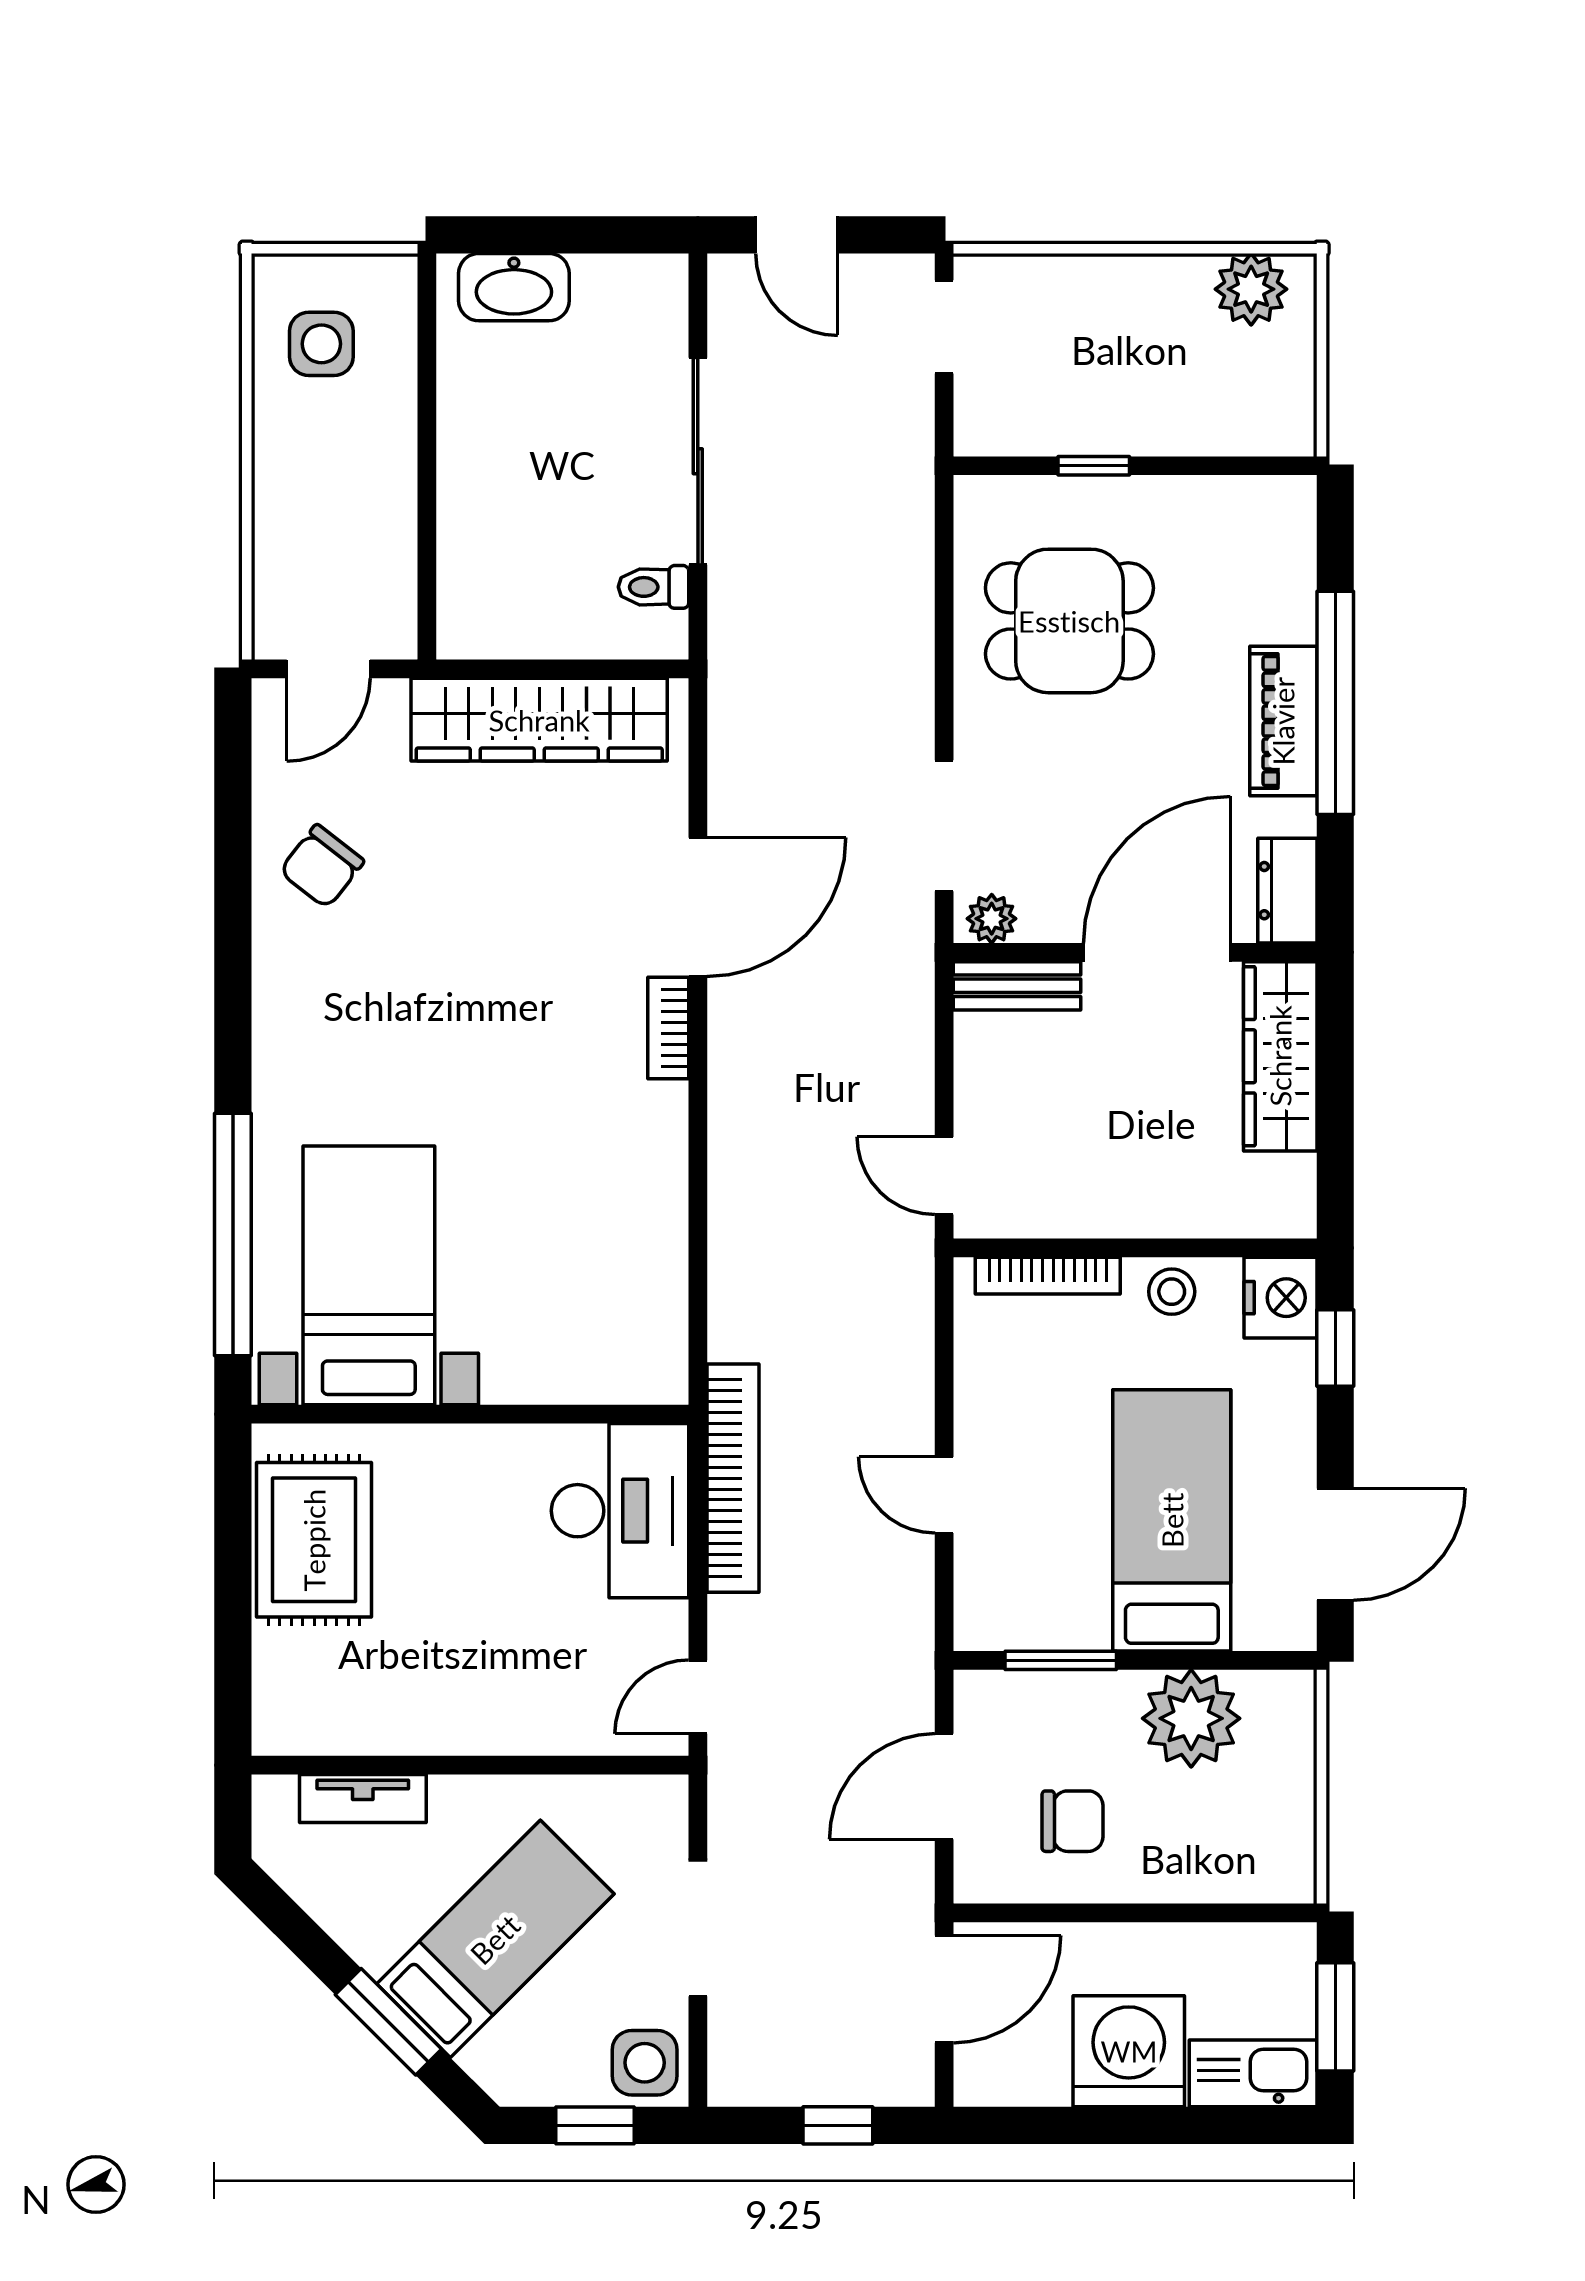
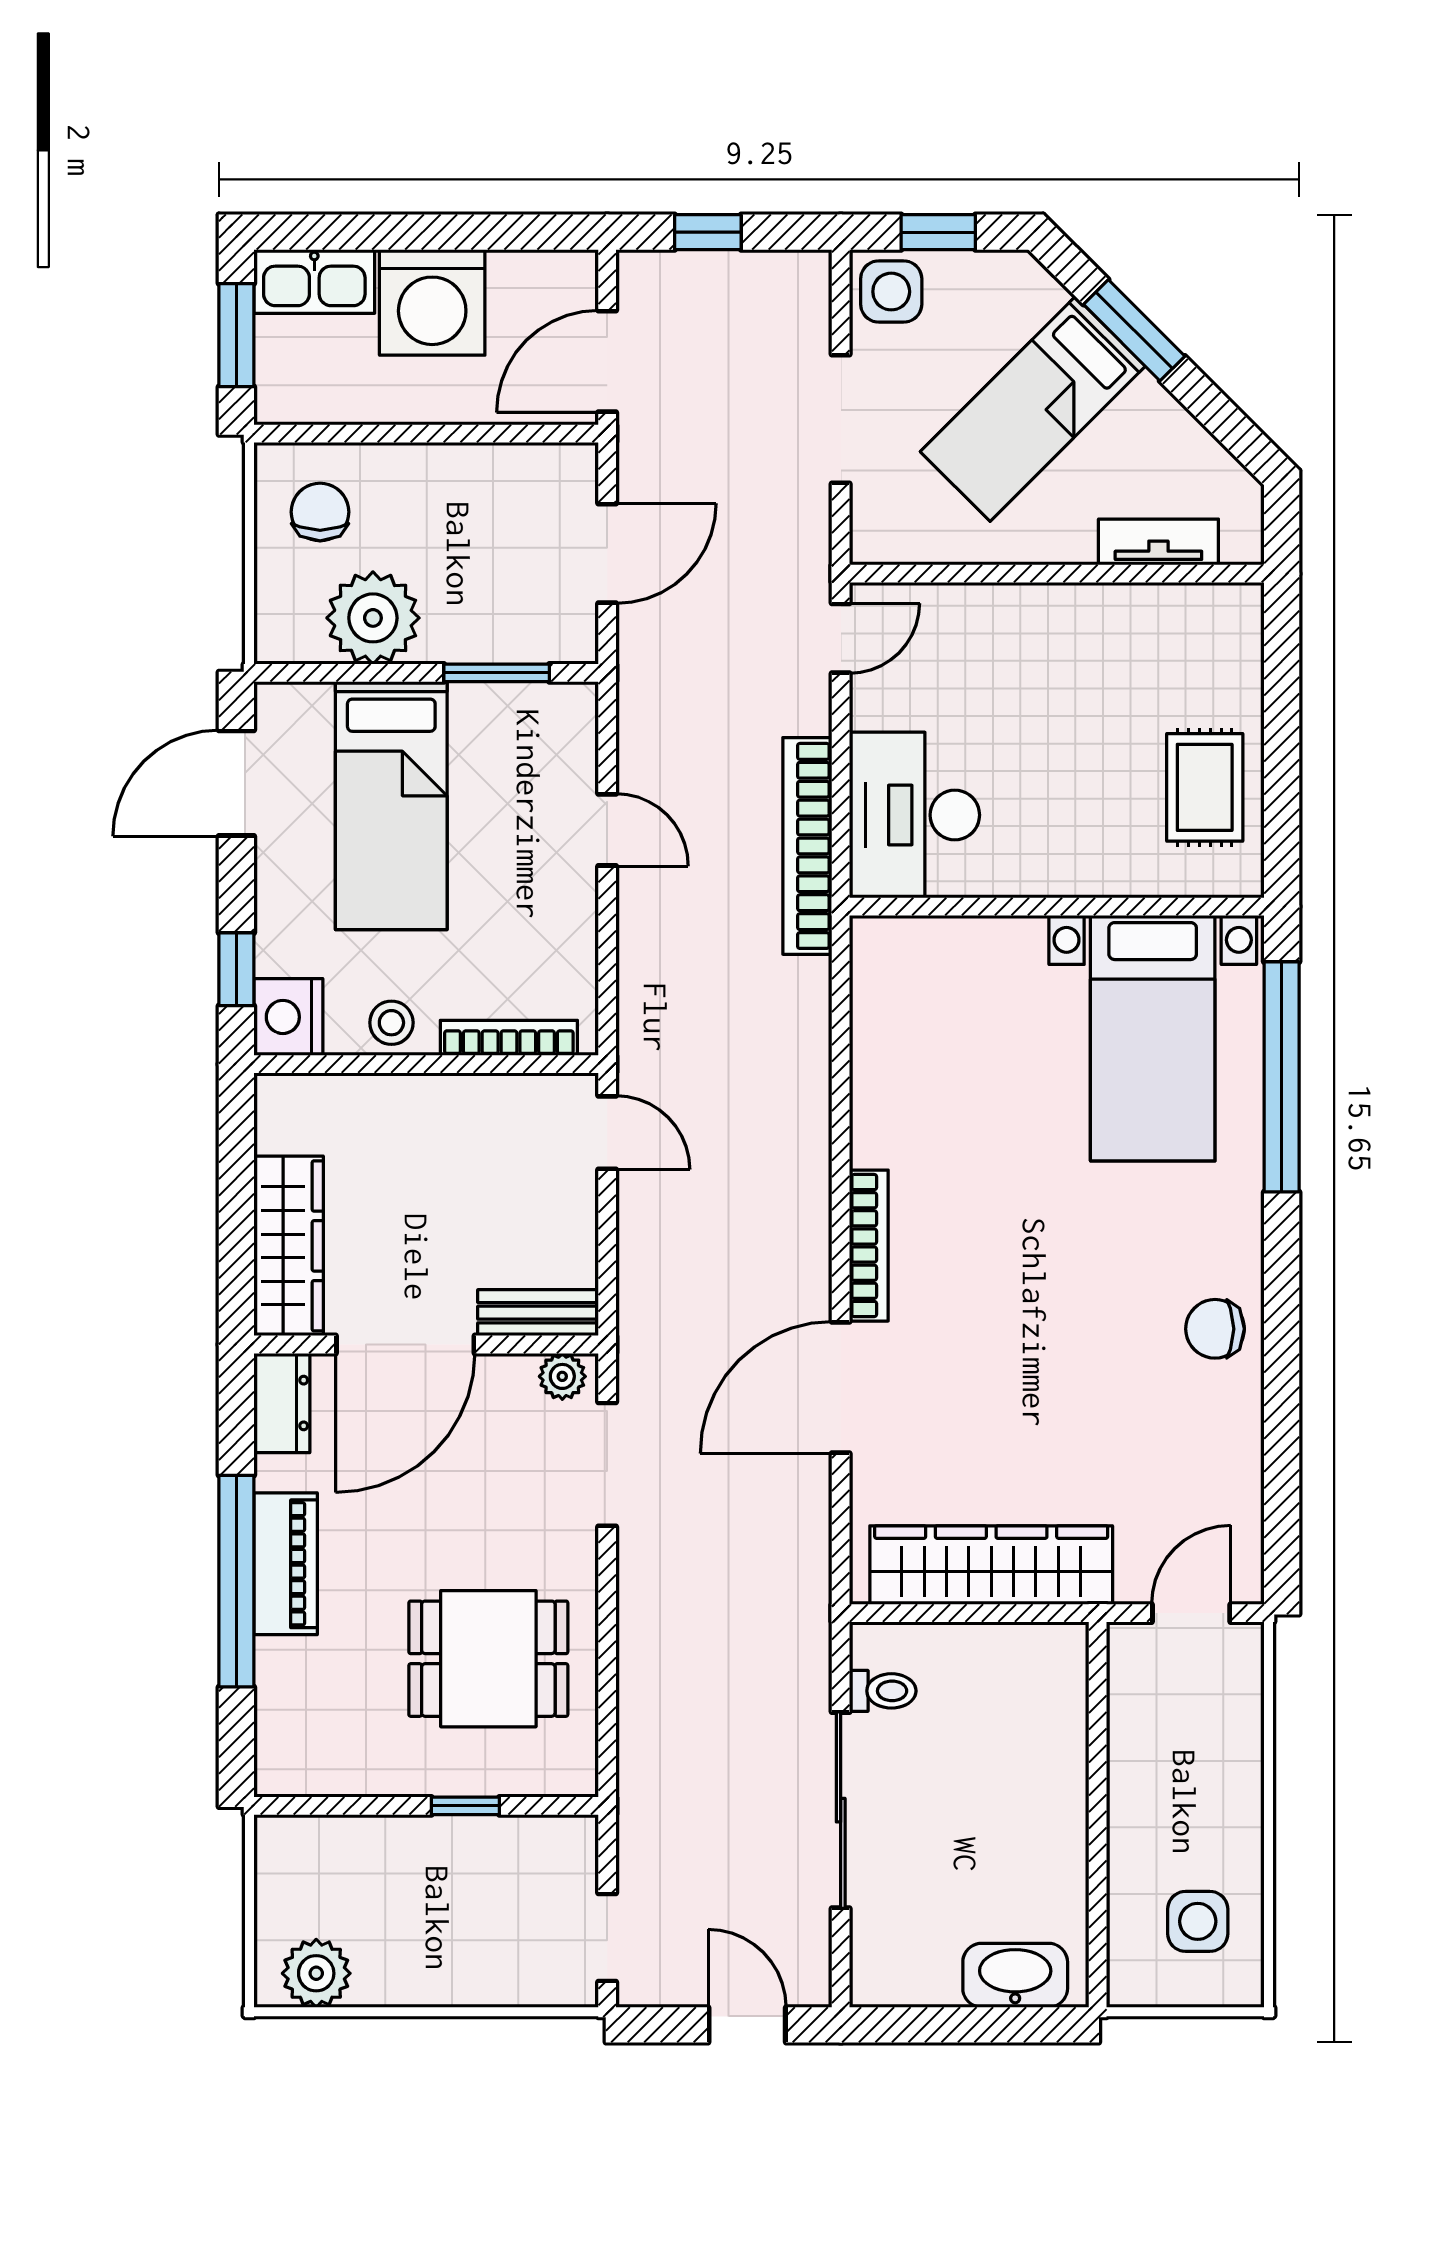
chair: (322, 866) -> (1215, 1329), moved, turned -128
bookcase: (668, 1028) -> (869, 1246), width x1.56
rug: (314, 1540) -> (1205, 787), width x0.73, depth x0.70
chair: (1072, 1821) -> (320, 512), moved, turned 90

